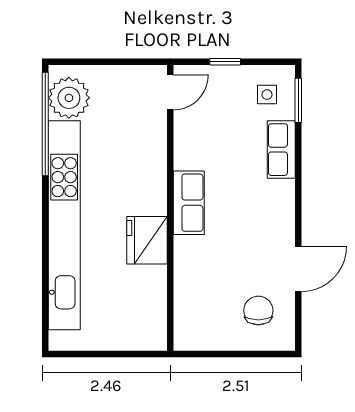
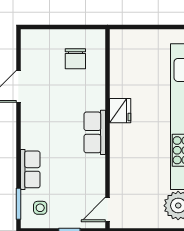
fridge: (147, 240) -> (120, 111), width x0.73, depth x0.75
chair: (258, 311) -> (75, 59), moved

